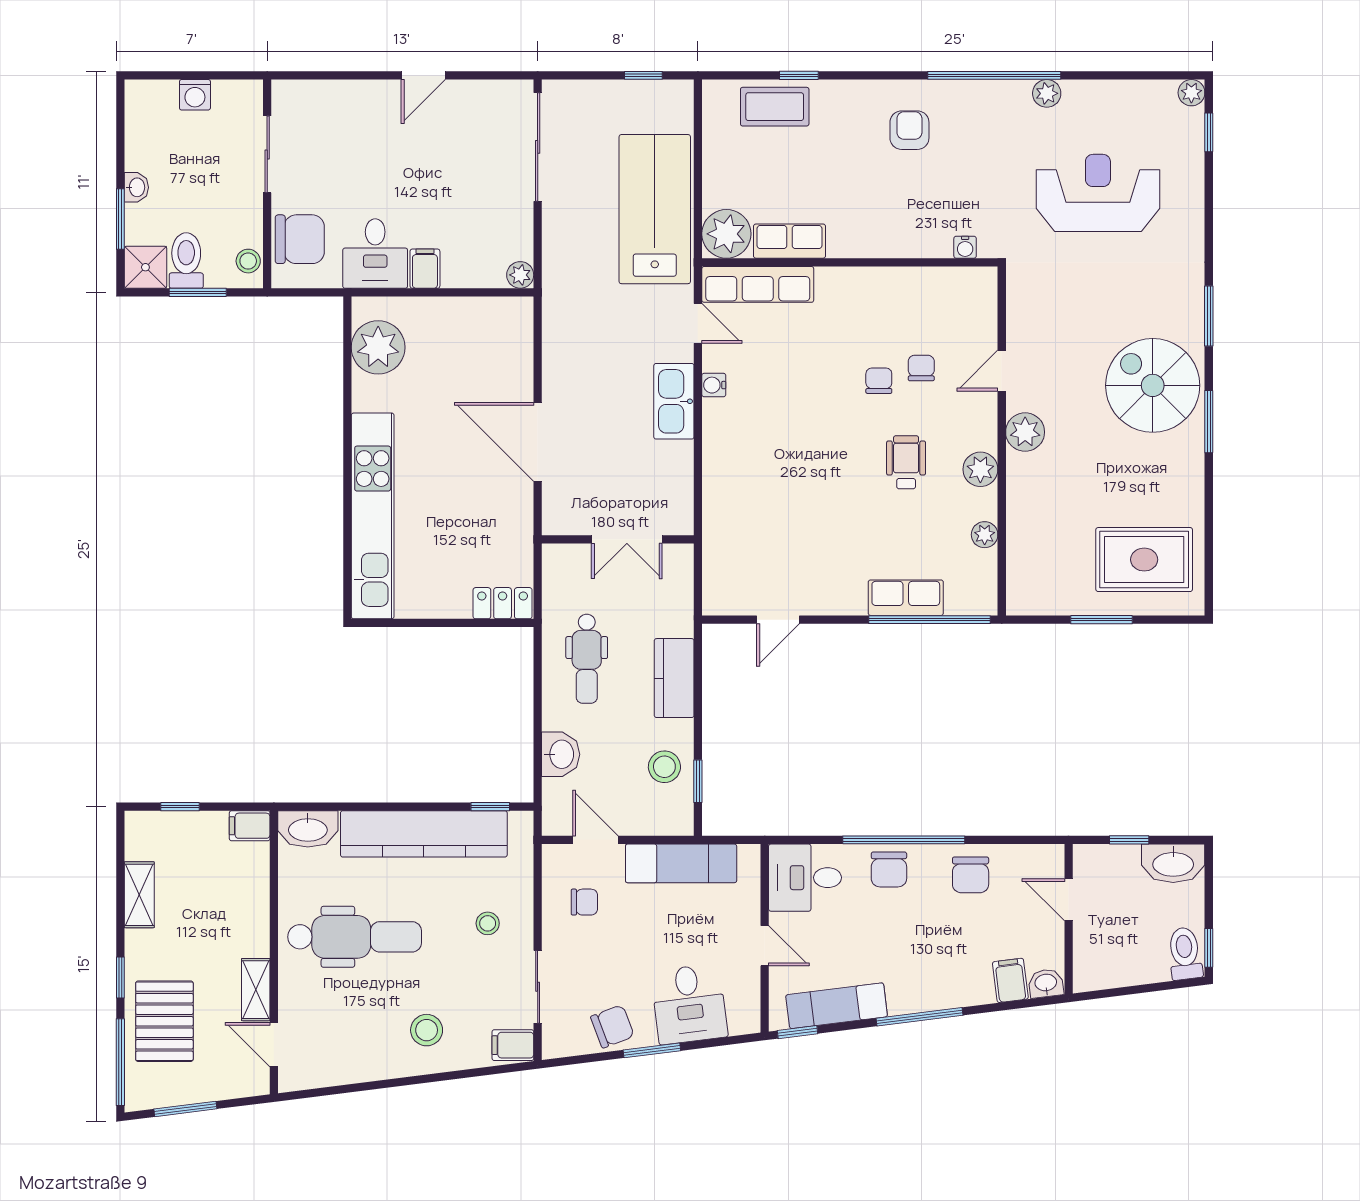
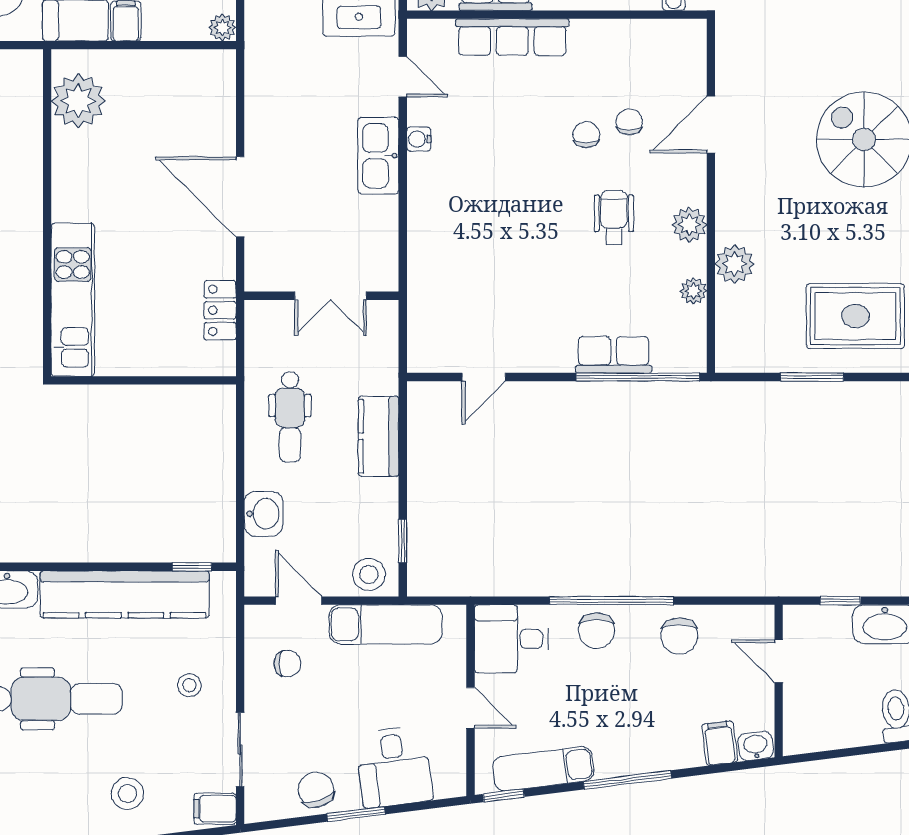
row of seats: (758, 284) -> (512, 37), moved
door: (1002, 371) -> (711, 125), width x1.38
plant: (1025, 432) -> (735, 264), moved
kitchen unit: (373, 516) -> (73, 300), width x0.73
locker: (503, 603) -> (220, 310), moved, turned -90
stool: (664, 767) -> (369, 574), moved
chair: (612, 1026) -> (316, 790), turned -87

